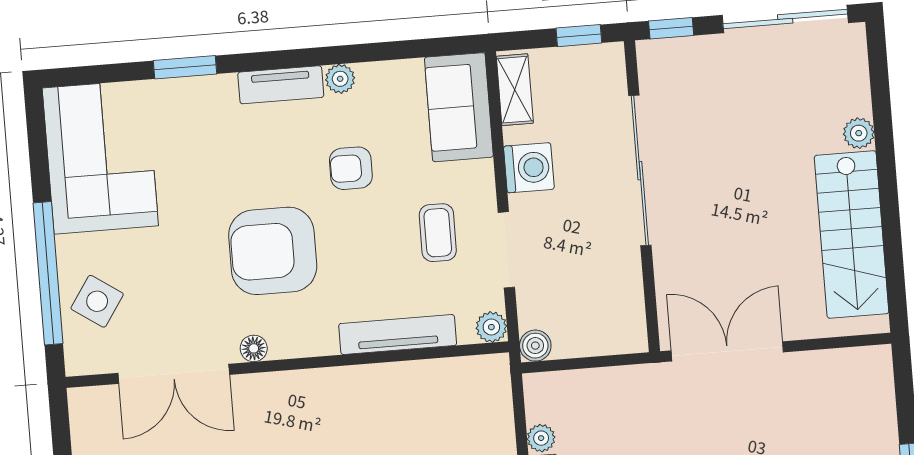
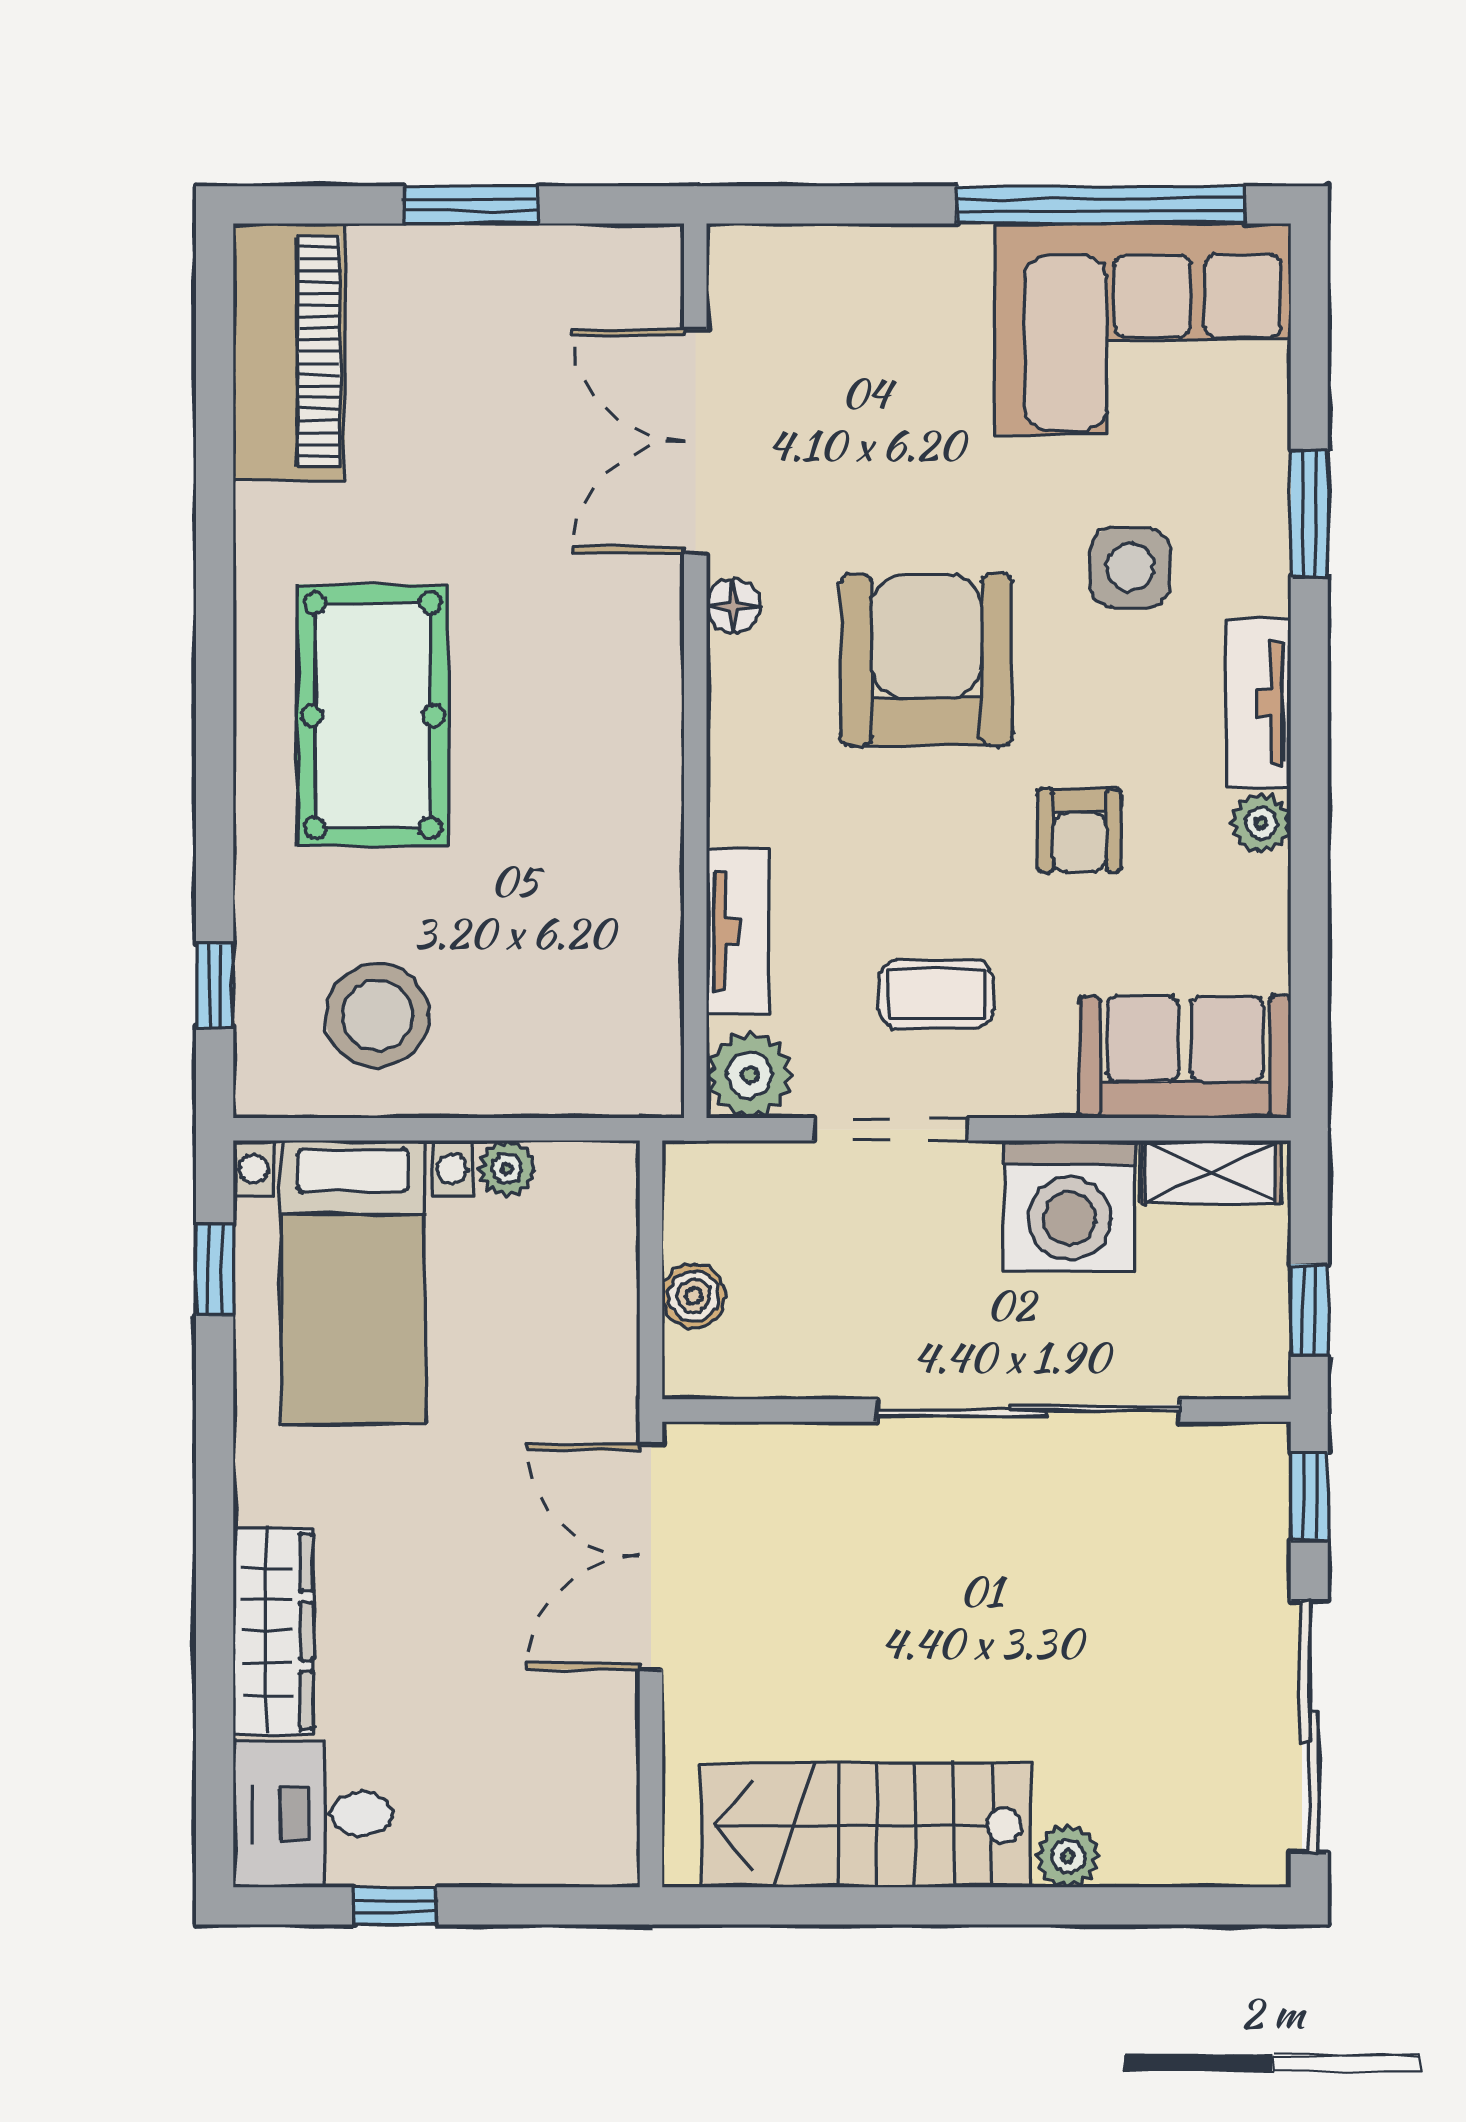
armchair: (351, 168) -> (1080, 830), turned 180
washing machine: (529, 168) -> (1070, 1205), width x1.37, depth x1.37
window: (48, 273) -> (1100, 205), moved
side table: (97, 301) -> (1130, 567), moved, turned -34
plant: (491, 327) -> (750, 1075), width x1.38, depth x1.38
tv unit: (398, 335) -> (738, 931), width x0.71
boiler: (535, 346) -> (694, 1296), moved
double door: (727, 351) -> (651, 1557), swing flipped

